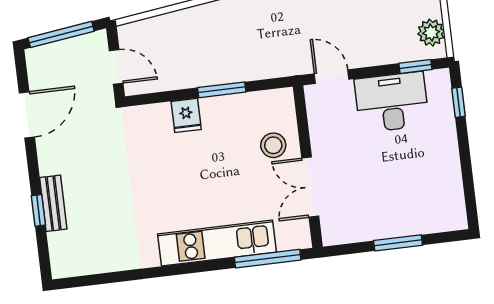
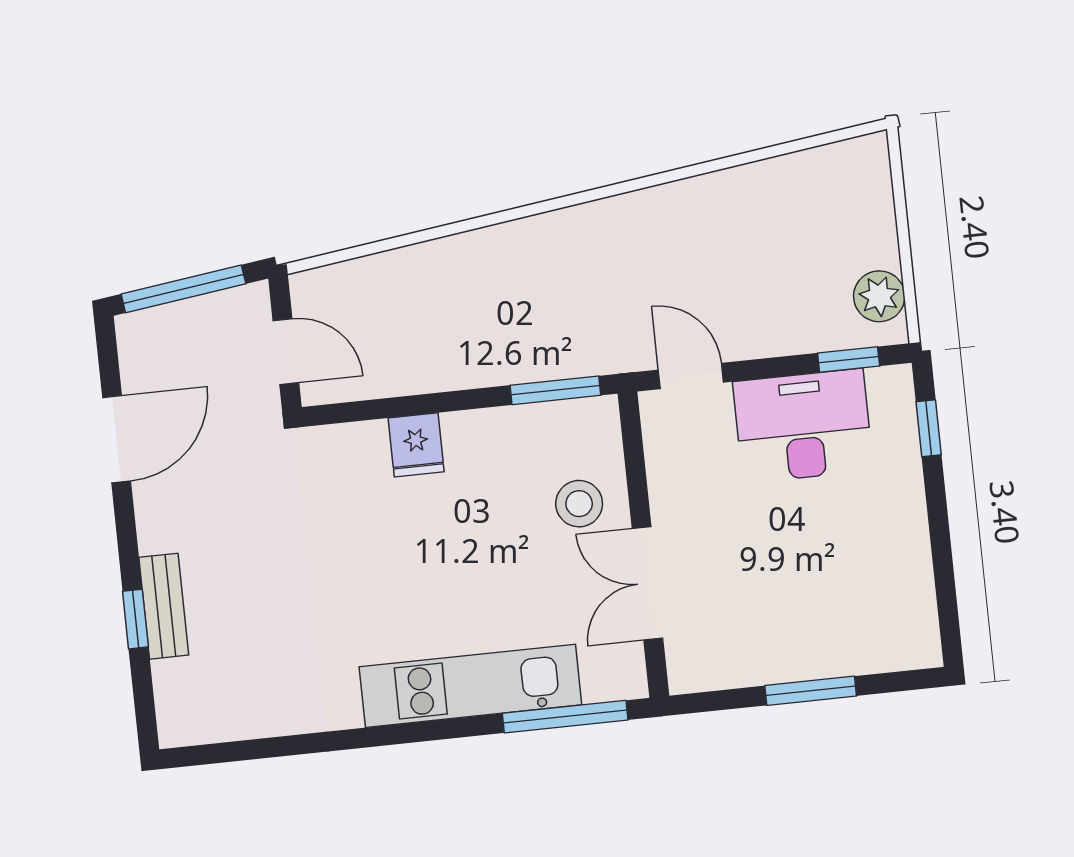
window: (222, 90) -> (555, 390), moved

